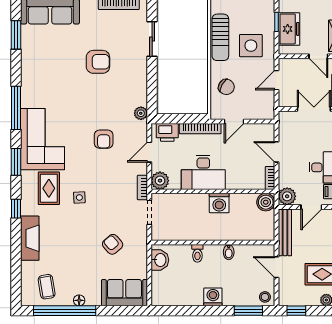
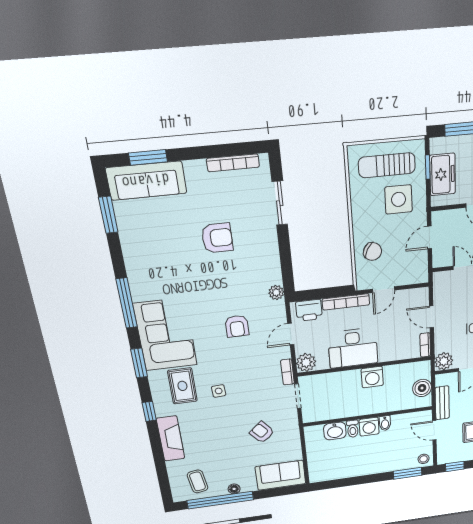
sun lounger: (220, 37) -> (387, 165), moved, turned 90
boiler: (266, 202) -> (422, 388), moved
bench: (285, 233) -> (442, 403), width x0.73
washbasin: (160, 260) -> (335, 431), moved, turned 90
washing machine: (213, 297) -> (369, 427), moved, turned 180

